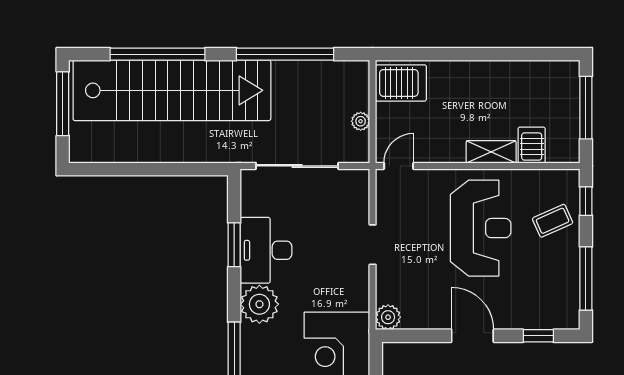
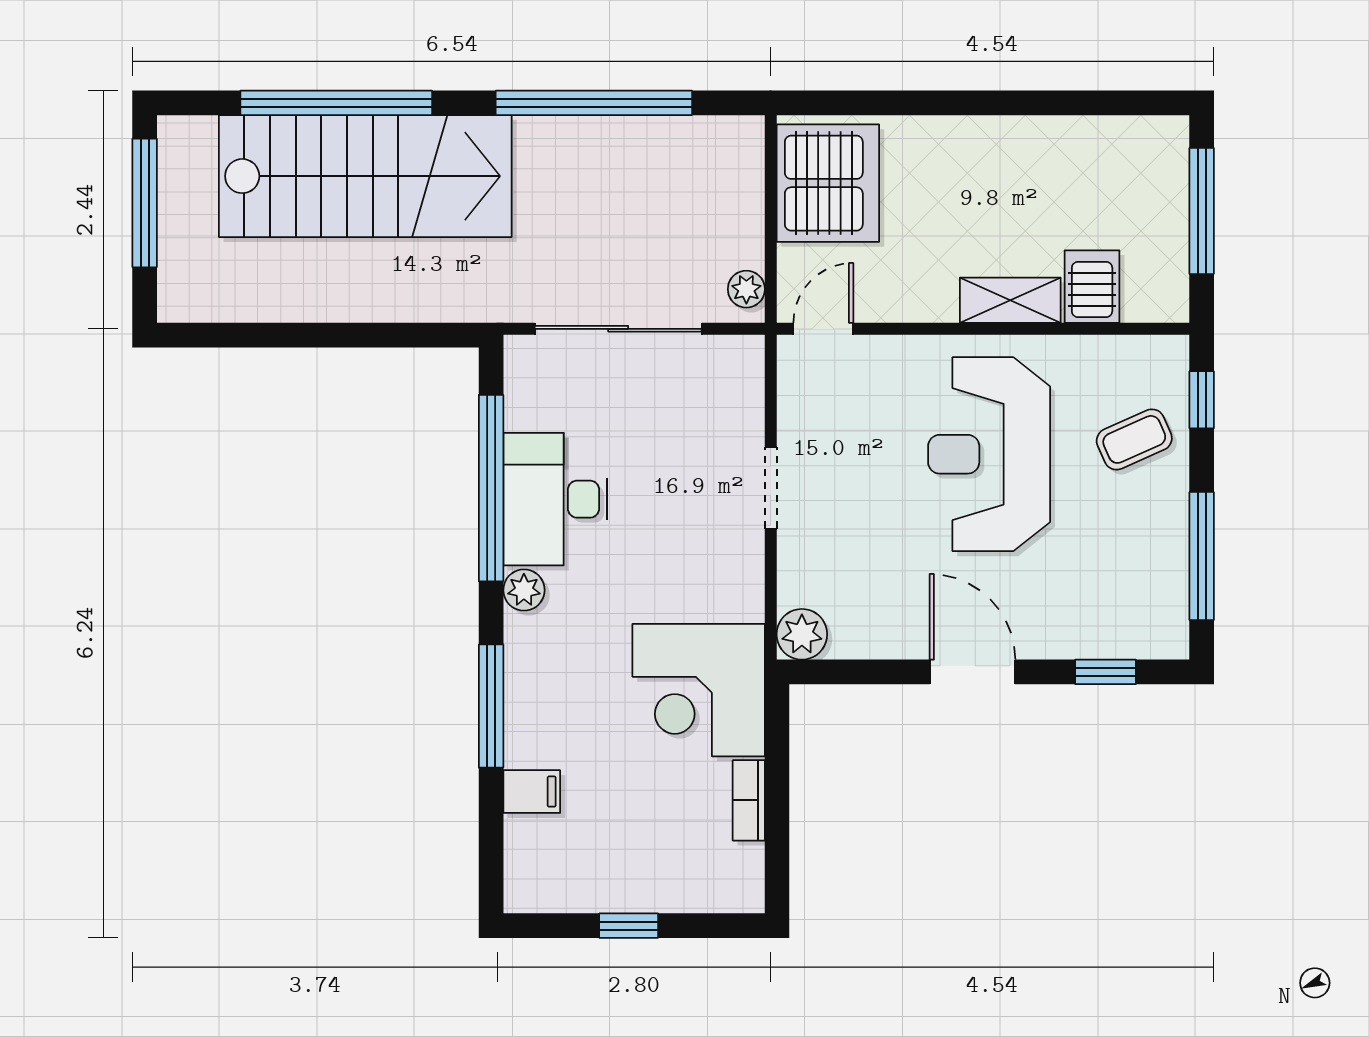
server rack: (401, 83) -> (828, 183), width x1.60
stairs: (172, 90) -> (365, 176), width x0.73
plant: (361, 121) -> (746, 289), moved
reception desk: (481, 228) -> (989, 454), turned 180
window: (234, 245) -> (491, 488), width x2.11
plant: (259, 304) -> (524, 590), width x0.53, depth x0.53

